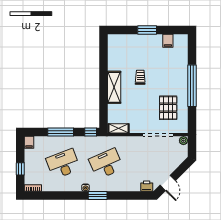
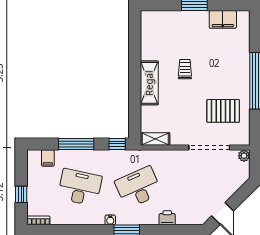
filing cabinet: (168, 41) -> (223, 19), width x2.00
pallet: (168, 108) -> (223, 111), turned 90
filing cabinet: (29, 142) -> (48, 158), moved
desk: (63, 164) -> (80, 187), turned 33
printer: (147, 186) -> (167, 218), moved

